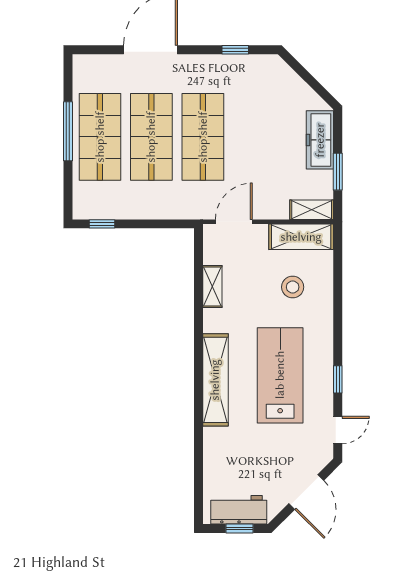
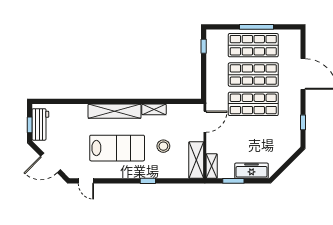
door: (234, 222) -> (205, 122), hinge flipped
shelving: (212, 287) -> (154, 109), moved
stool: (293, 287) -> (163, 146), moved
window: (338, 379) -> (148, 181), moved

